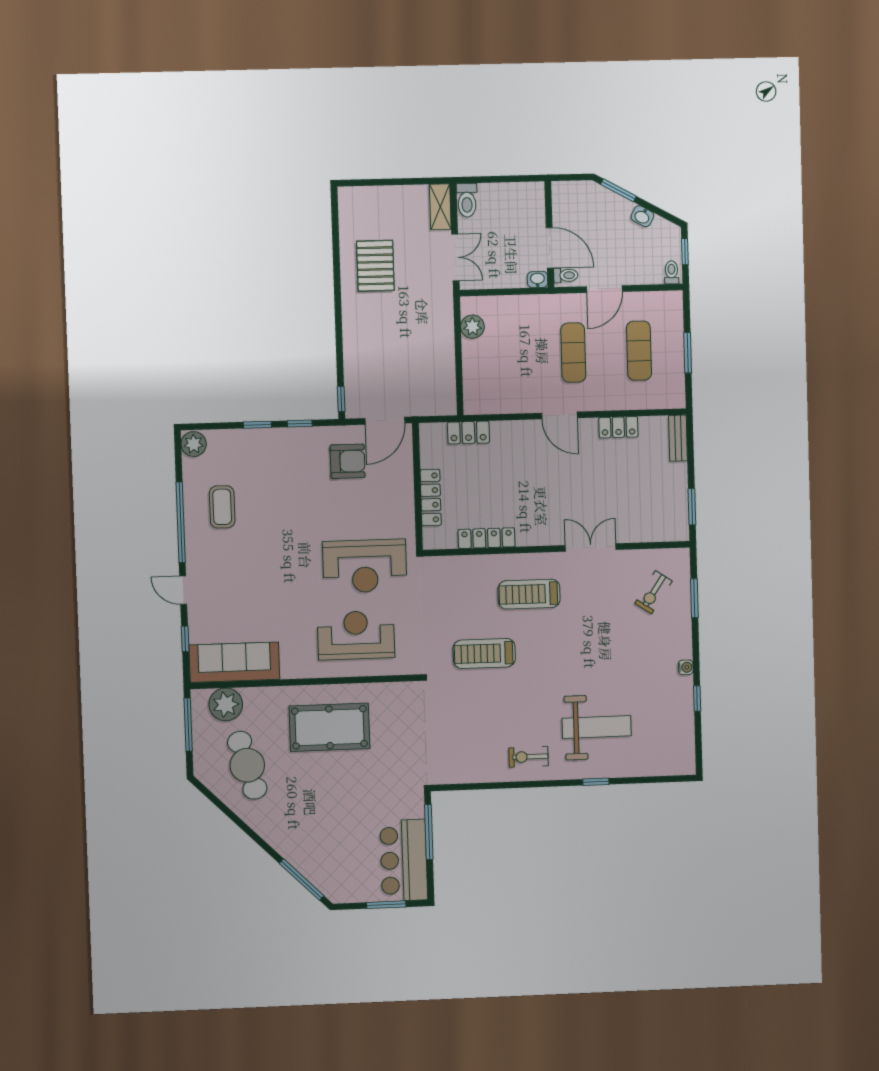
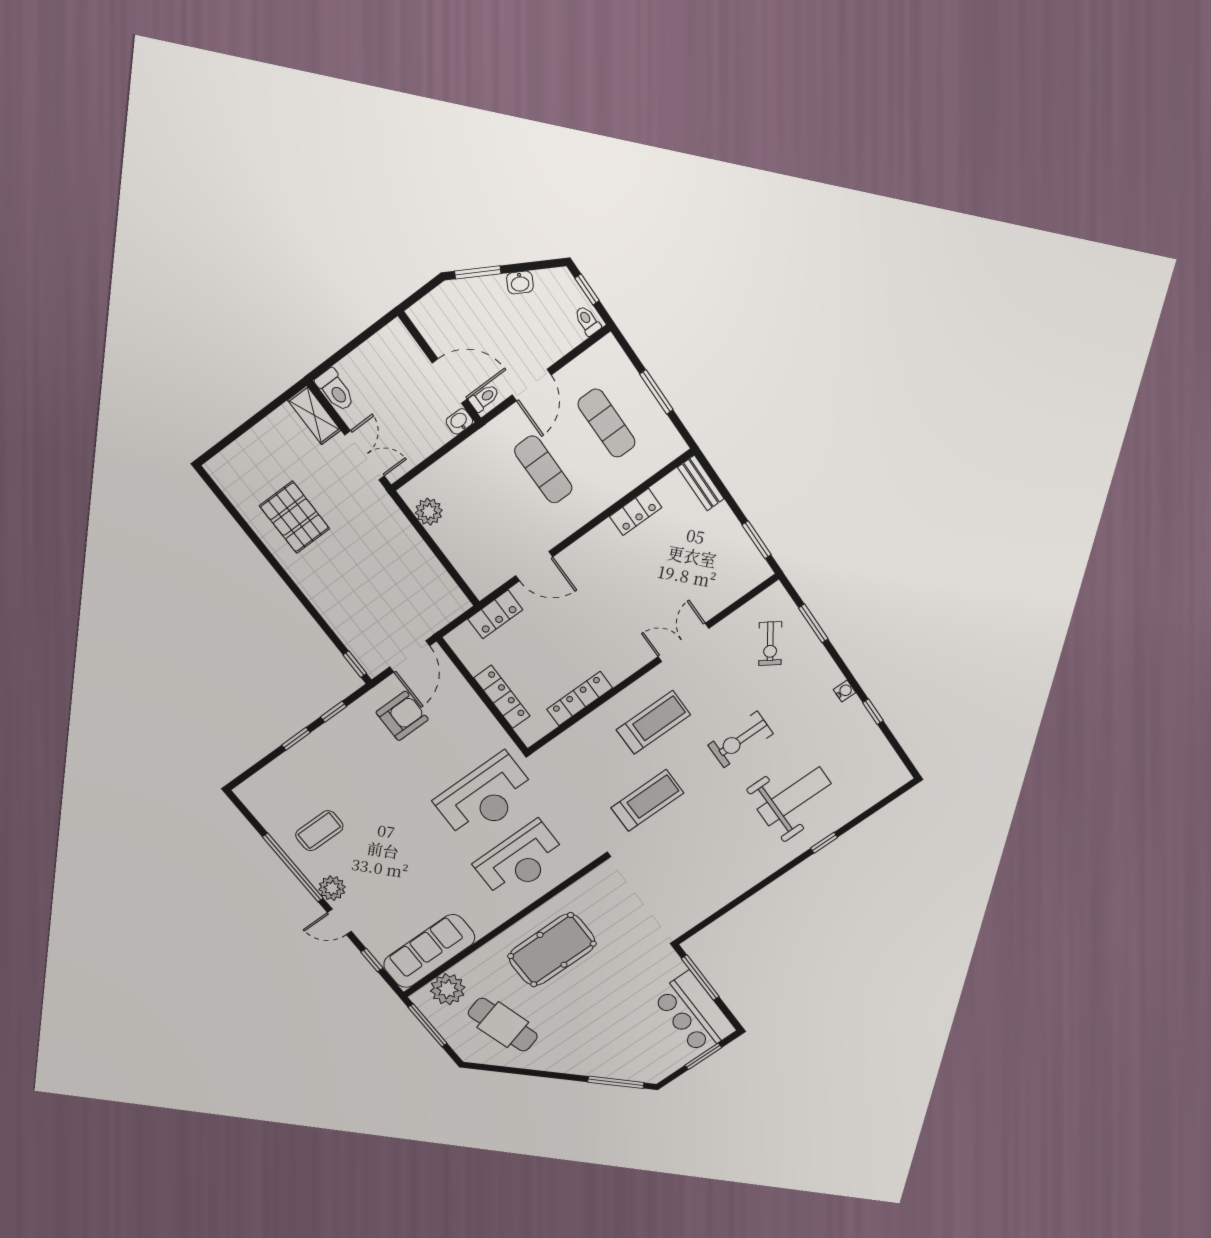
door: (559, 415) -> (534, 566), moved
plant: (194, 444) -> (332, 888), moved
coffee table: (222, 507) -> (319, 831), turned 90
treadmill: (529, 594) -> (653, 722), turned 180
reception desk: (356, 635) -> (520, 860), turned 180
treadmill: (484, 654) -> (647, 800), turned 180
exercise bike: (528, 757) -> (740, 739), moved, width x1.38, depth x1.39

